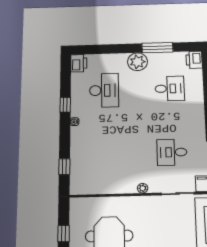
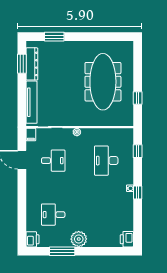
desk: (104, 90) -> (106, 161), moved
window: (65, 105) -> (138, 193), moved

